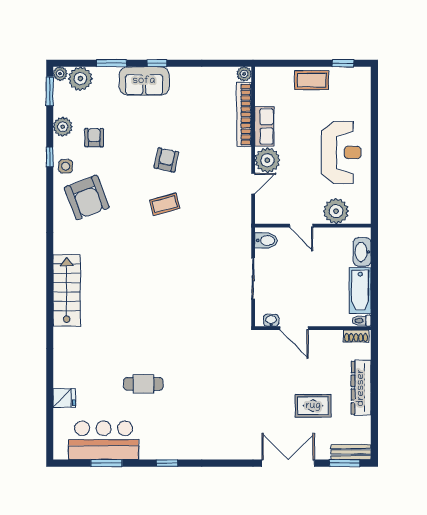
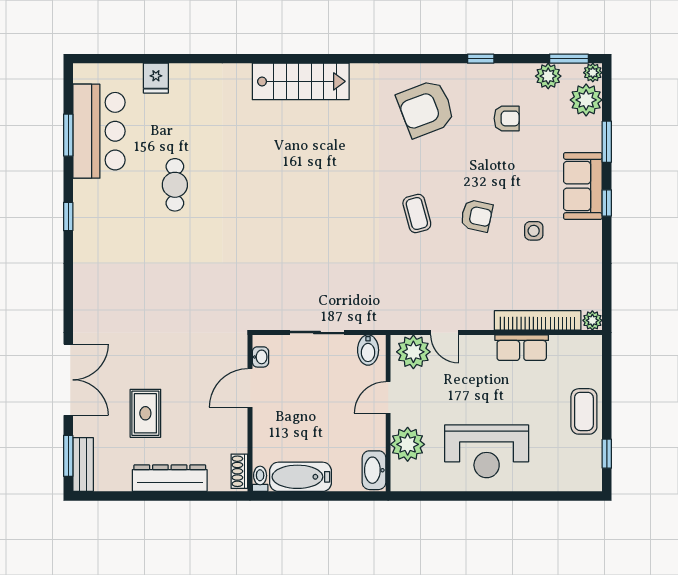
plant: (63, 127) -> (548, 76), moved
plant: (267, 160) -> (413, 352), moved
side table: (66, 166) -> (534, 231), moved
washbasin: (362, 252) -> (374, 470), moved, turned -90

